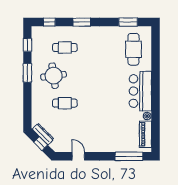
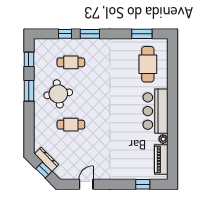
window: (49, 22) -> (65, 34), moved
door: (78, 156) -> (86, 184), hinge flipped
window: (129, 156) -> (143, 184), width x0.46

